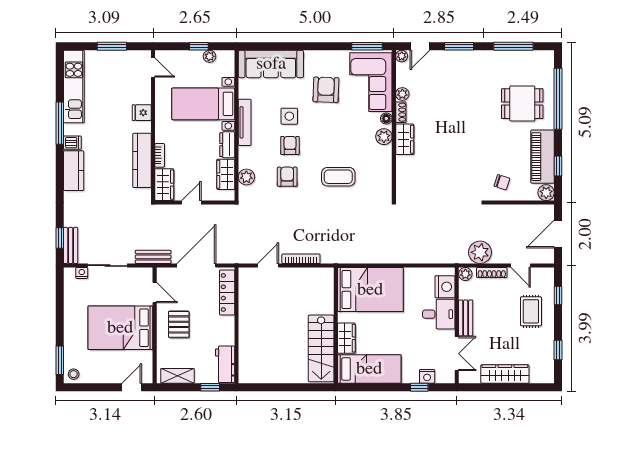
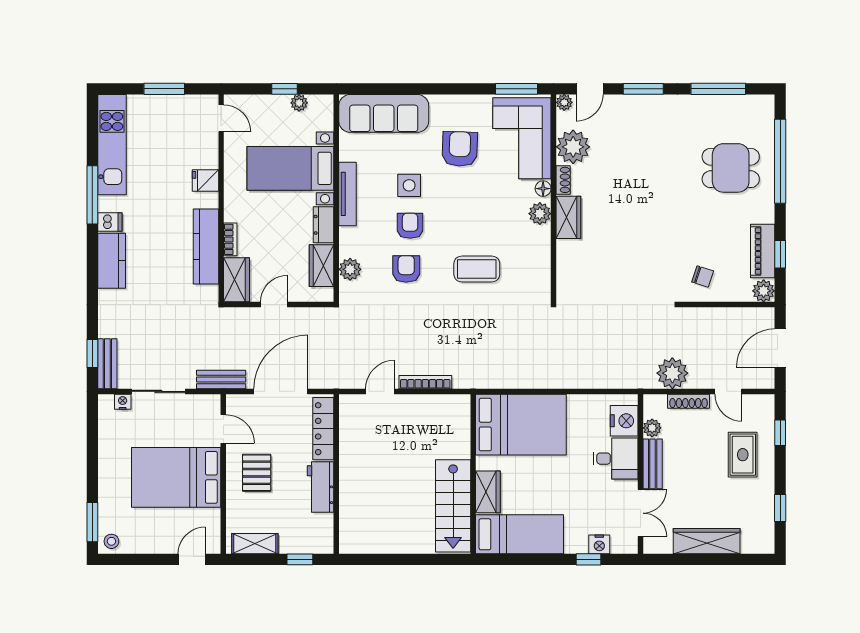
plant: (402, 94) -> (573, 147), width x1.87, depth x1.87
piano: (543, 157) -> (763, 251), width x0.73, depth x0.75
plant: (465, 274) -> (652, 428), moved
workbench: (225, 364) -> (321, 487), moved

